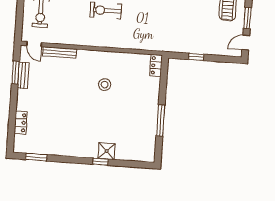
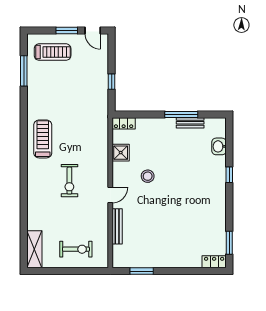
door: (34, 44) -> (110, 195), moved
bench: (23, 75) -> (190, 123), moved
locker: (21, 123) -> (214, 262), moved
shower: (107, 151) -> (121, 153), moved
washbasin: (128, 154) -> (219, 146), added

